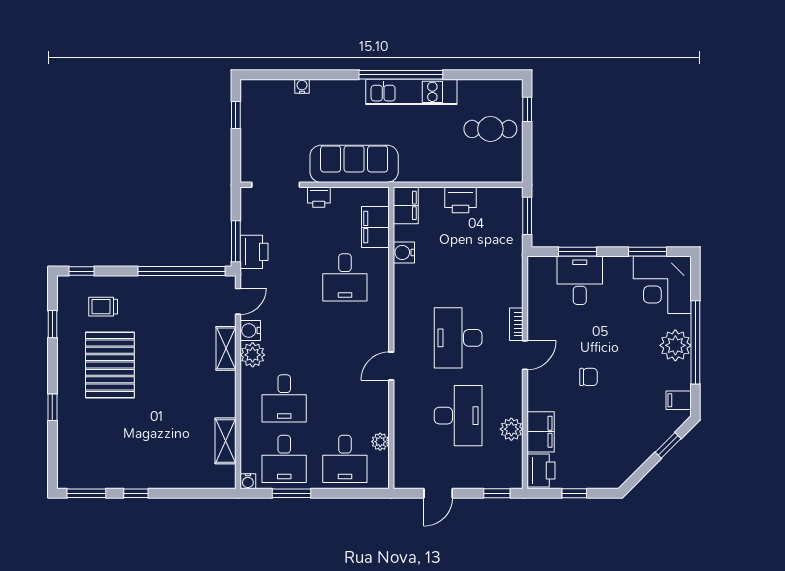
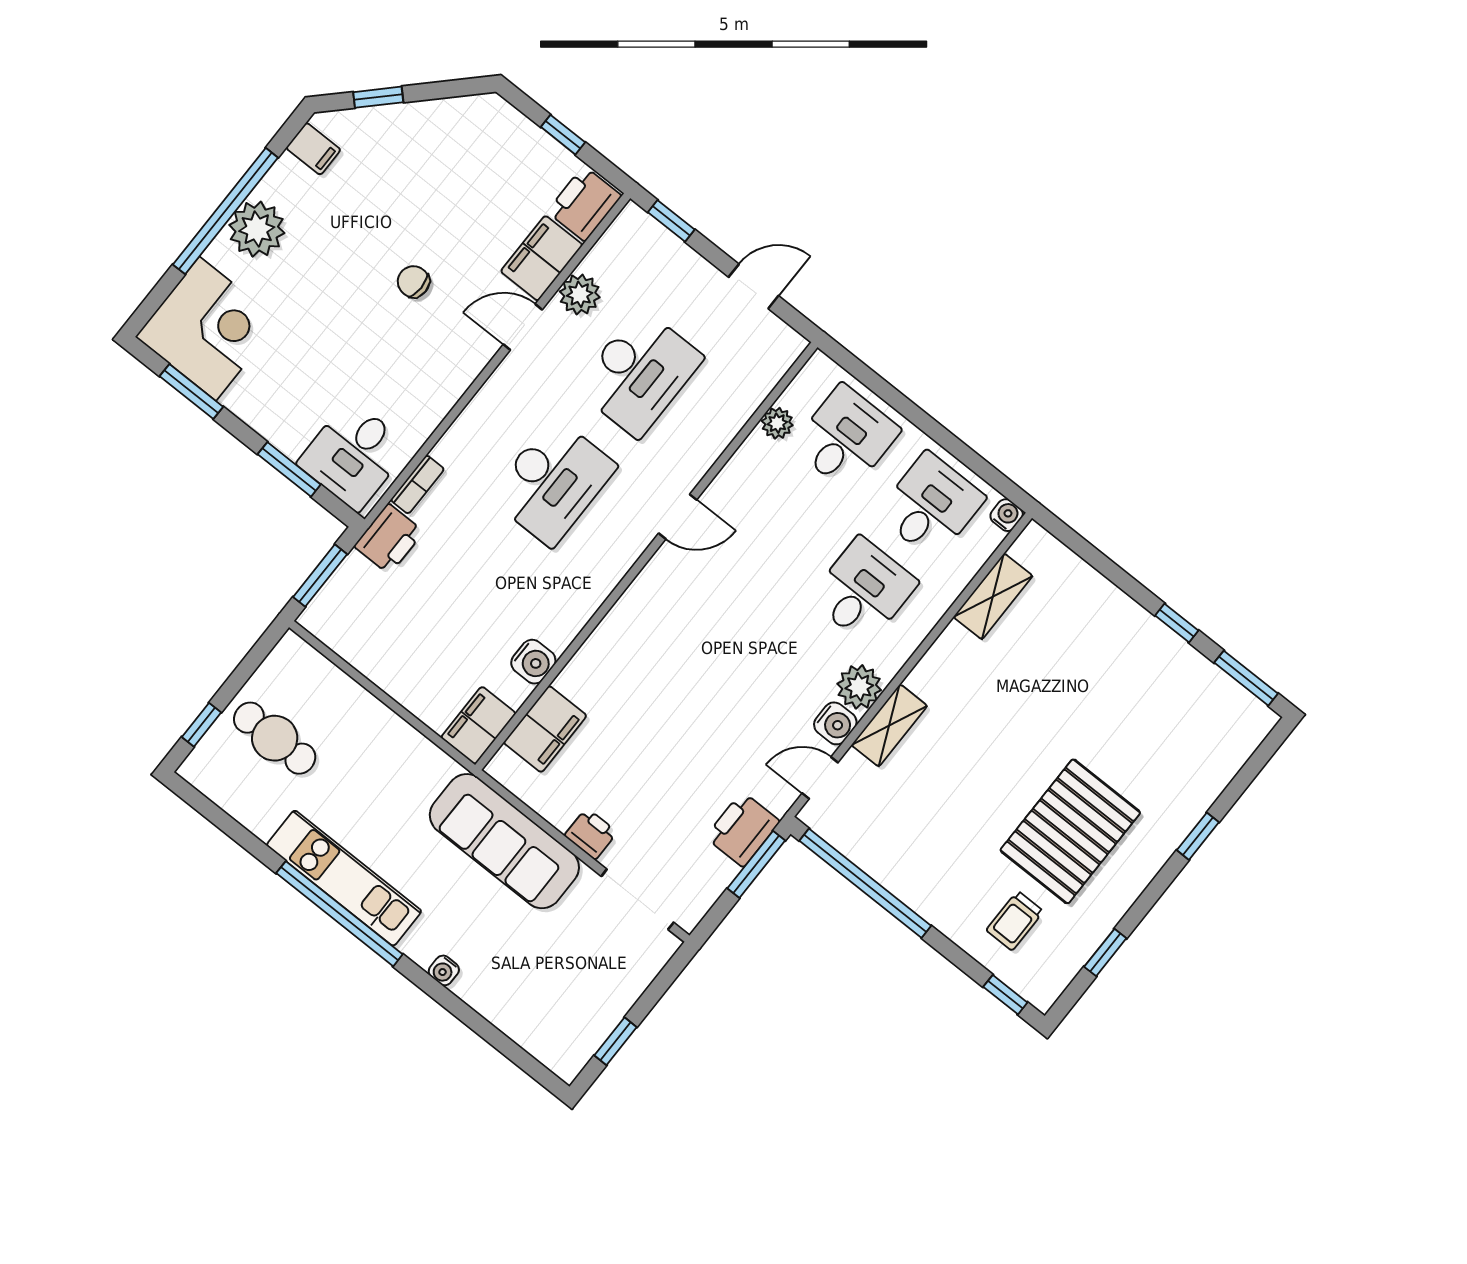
water cooler: (302, 86) -> (444, 970), moved
printer: (461, 200) -> (389, 539), moved, turned 90
desk: (345, 277) -> (644, 692), removed
desk: (580, 280) -> (354, 455), moved
trolley: (103, 307) -> (1015, 921), turned 90
bookcase: (516, 324) -> (417, 484), moved
door: (525, 355) -> (523, 327), moved
desk: (458, 416) -> (639, 373), turned 180
window: (292, 493) -> (959, 450), removed

